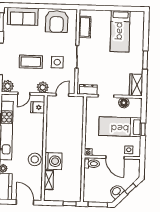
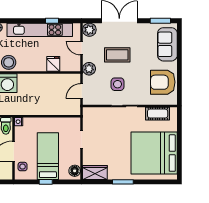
bed: (120, 31) -> (154, 153), width x2.04
coffee table: (31, 62) -> (117, 55), turned 90
dresser: (88, 90) -> (88, 120), removed
door: (62, 95) -> (82, 91), swing flipped
floor lamp: (124, 103) -> (75, 171), moved
fridge: (38, 107) -> (53, 64), moved

